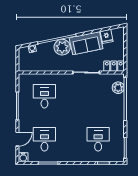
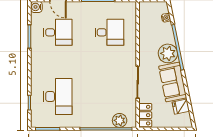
desk: (98, 139) -> (58, 96), width x1.37

